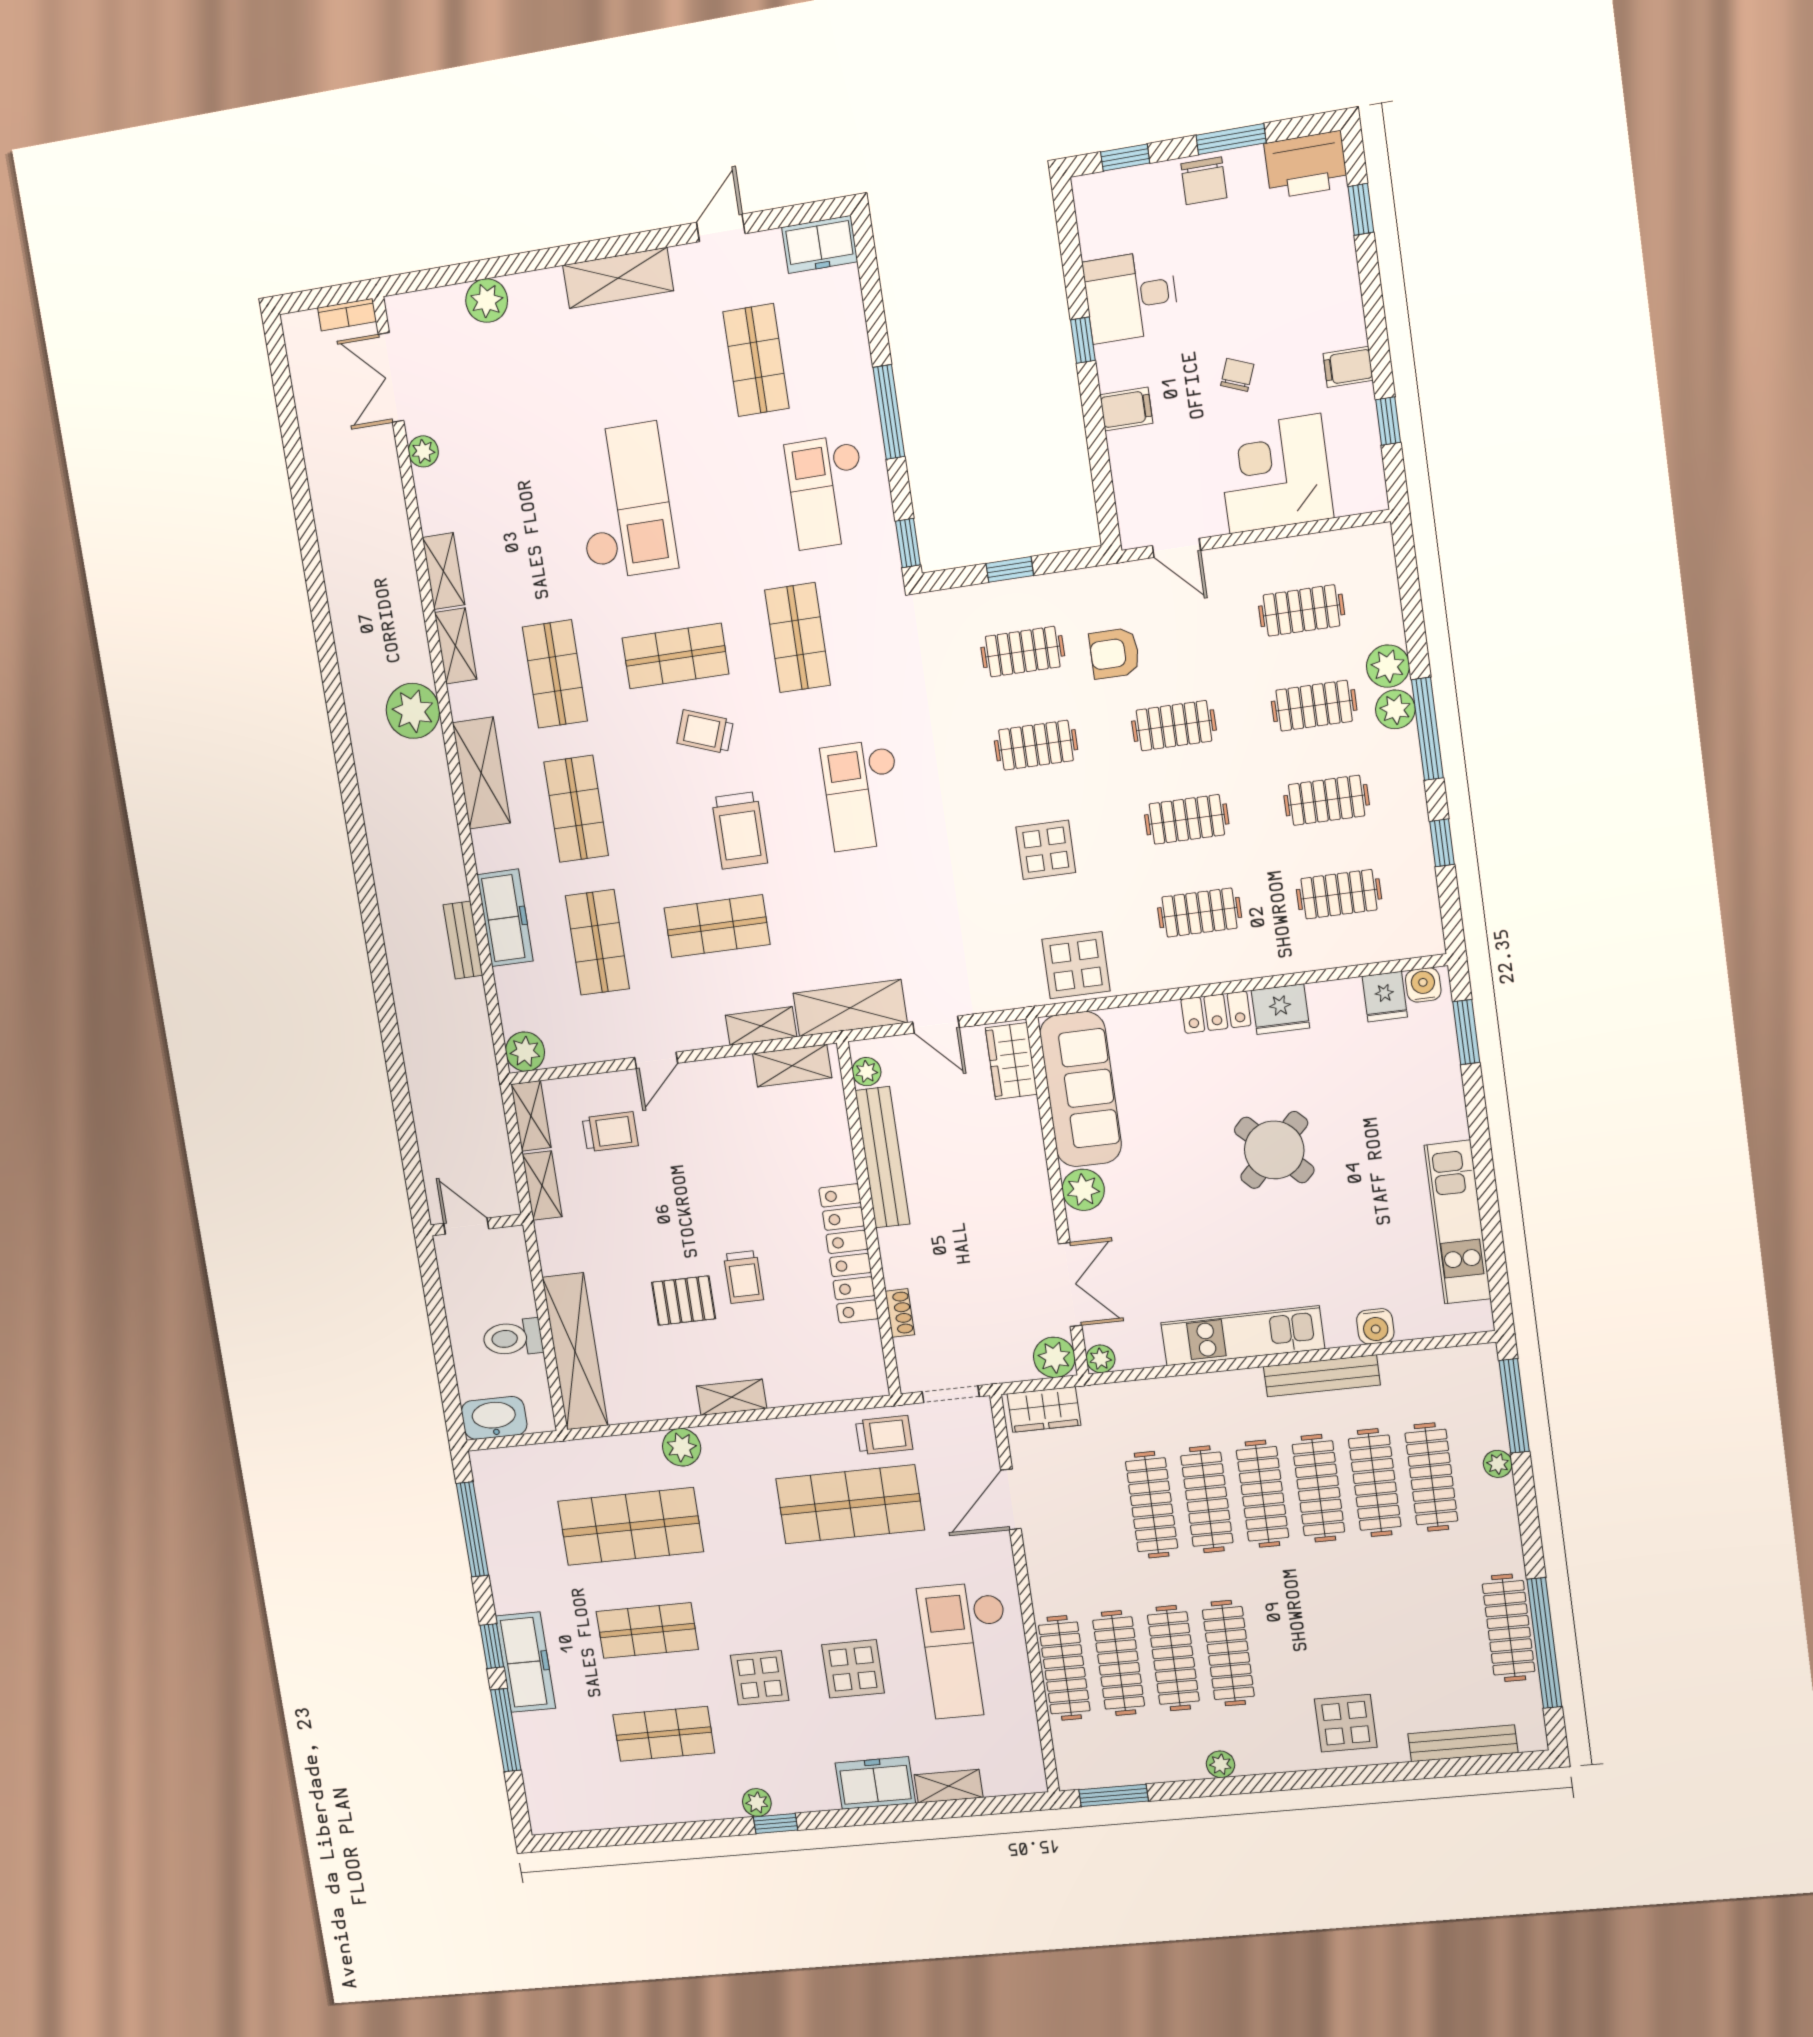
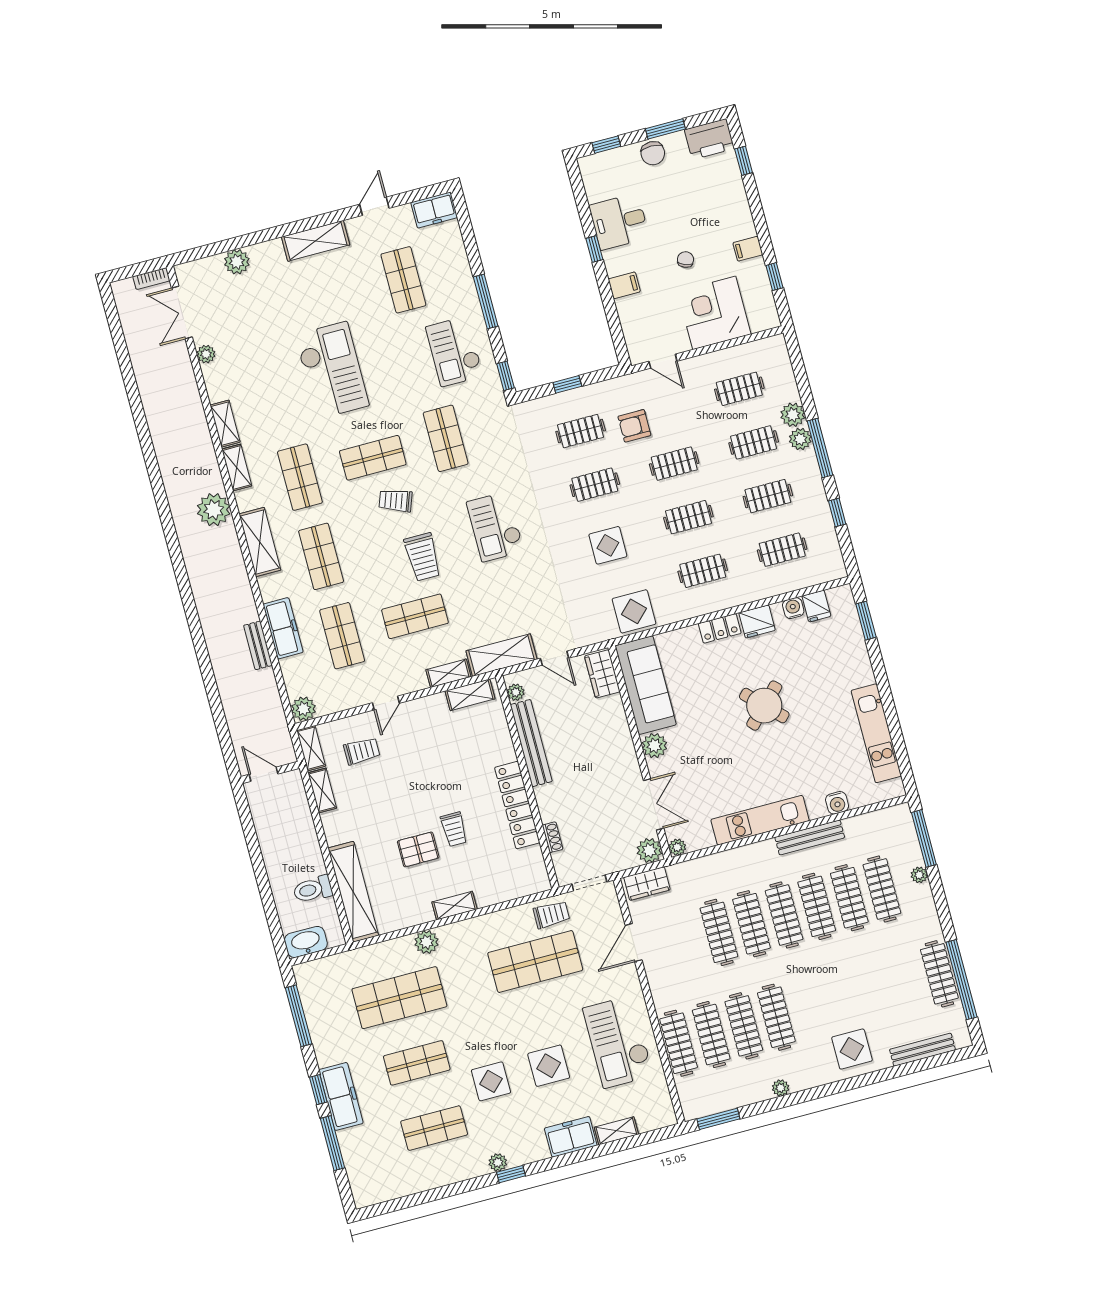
water cooler: (1423, 985) -> (793, 608), moved
wall: (477, 1225) -> (270, 772), moved
door: (466, 1226) -> (264, 774), moved

